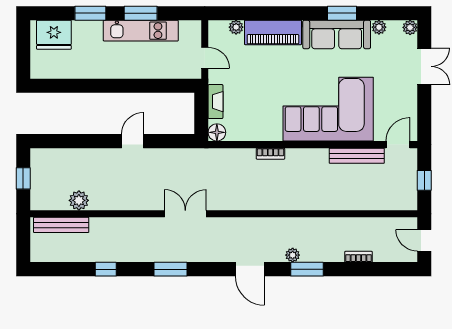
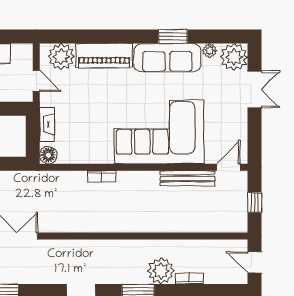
plant: (236, 27) -> (61, 57), width x1.88, depth x1.88
plant: (410, 27) -> (234, 57), width x1.88, depth x1.88
plant: (293, 255) -> (161, 271), moved, width x1.87, depth x1.87

